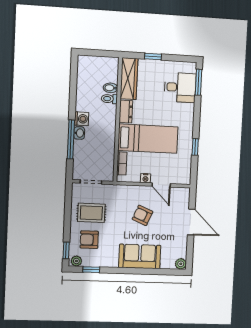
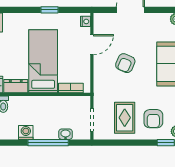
washbasin: (79, 133) -> (66, 134), moved
nightstand: (145, 178) -> (85, 21), moved

